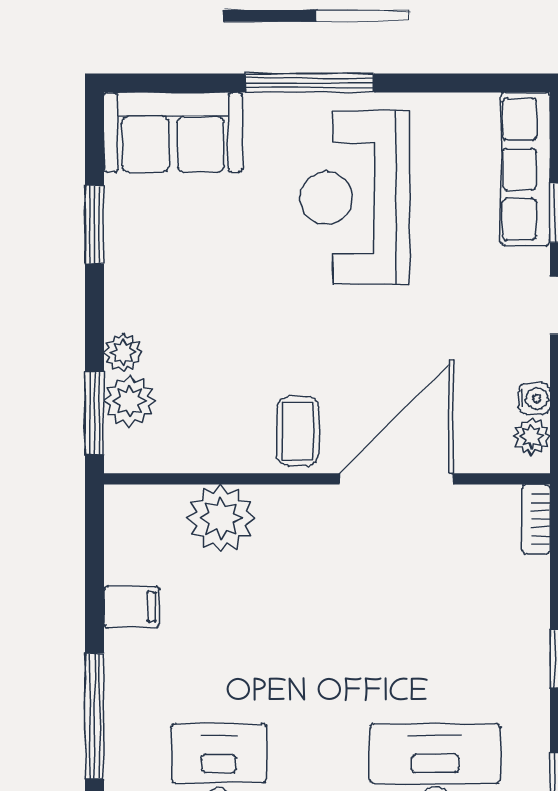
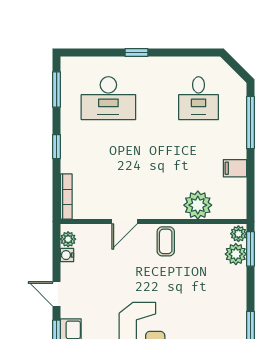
plant: (123, 352) -> (238, 234), moved
door: (396, 479) -> (125, 222), width x0.53
bookcase: (536, 519) -> (66, 197), width x1.56

